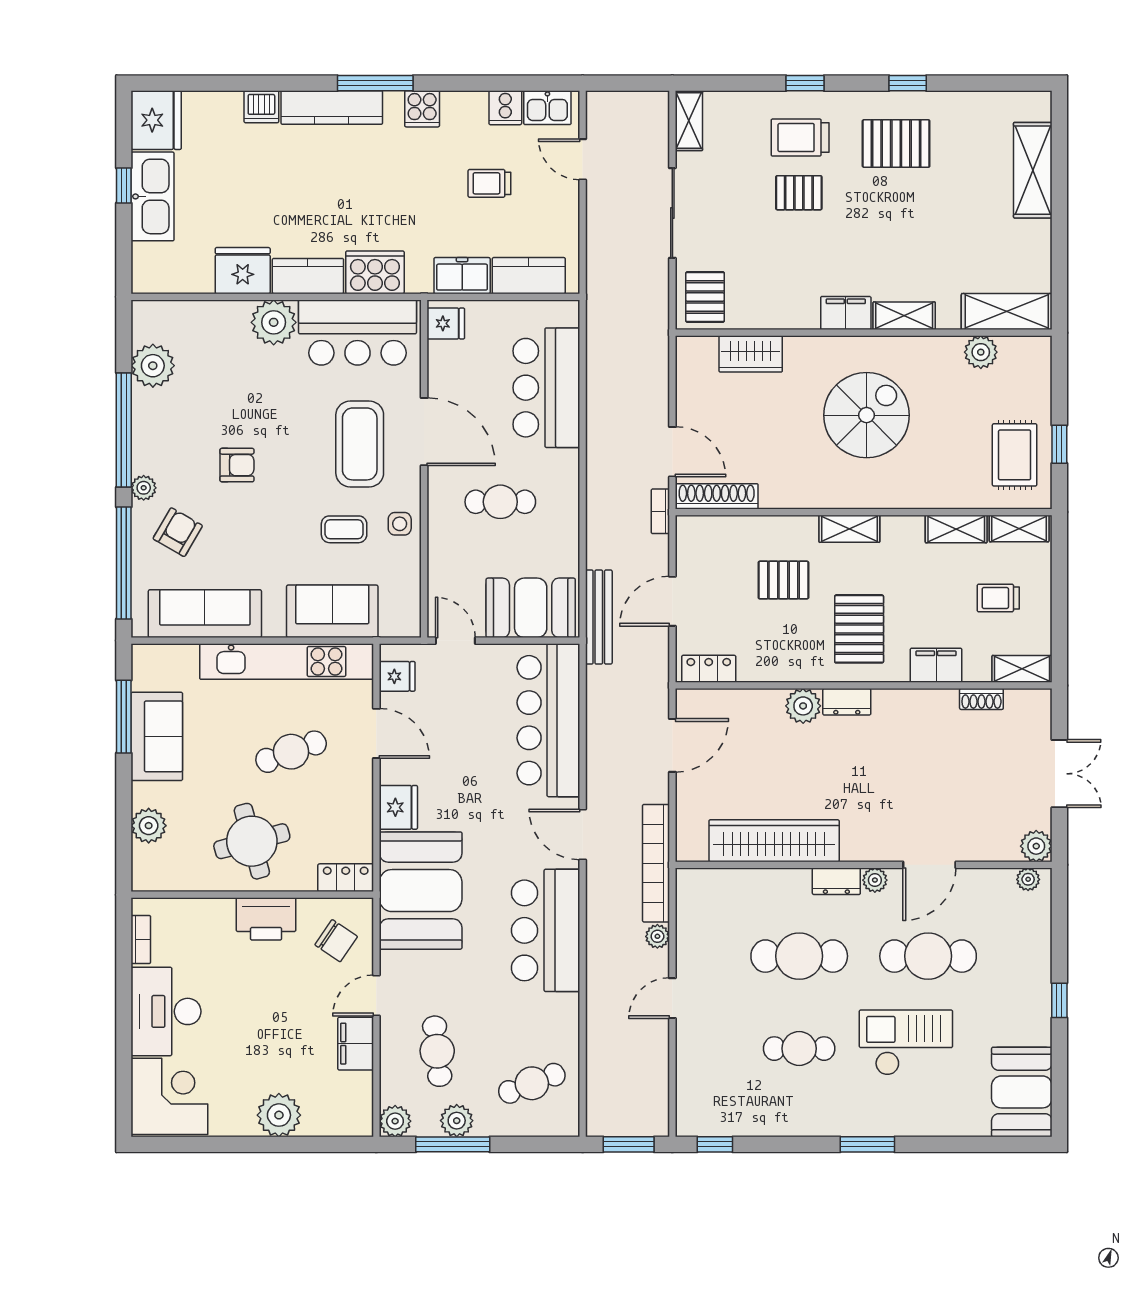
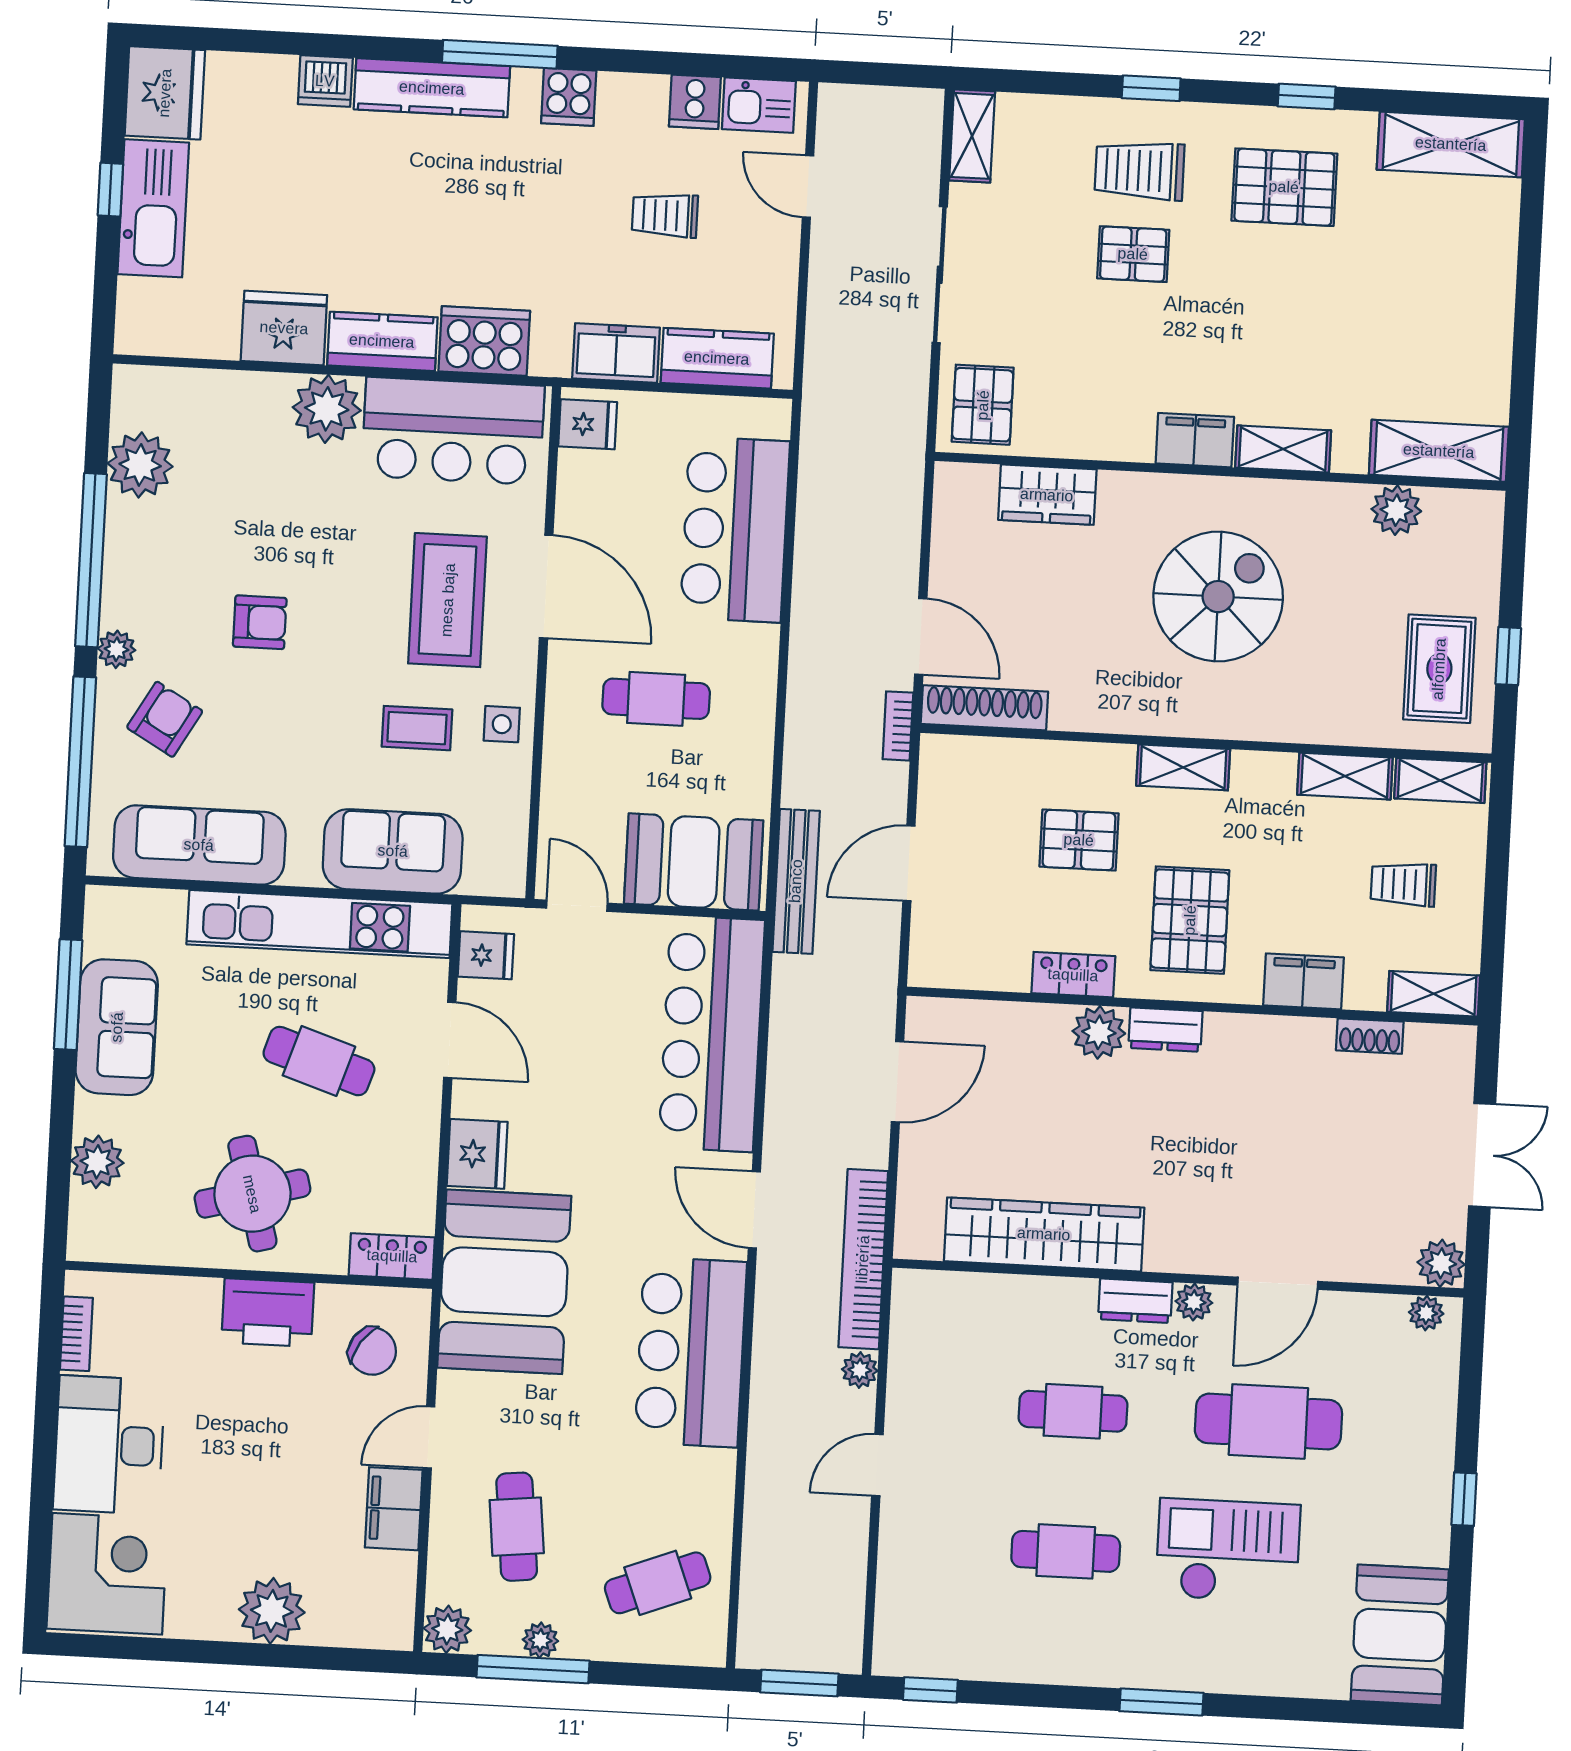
shelving: (1033, 170) -> (1451, 144), moved, turned 90
locker: (709, 669) -> (1073, 975), moved
cafe table: (291, 752) -> (319, 1061), turned 38
cafe table: (799, 956) -> (1073, 1411), width x0.73, depth x0.74
plant: (457, 1121) -> (540, 1640), width x0.73, depth x0.73

